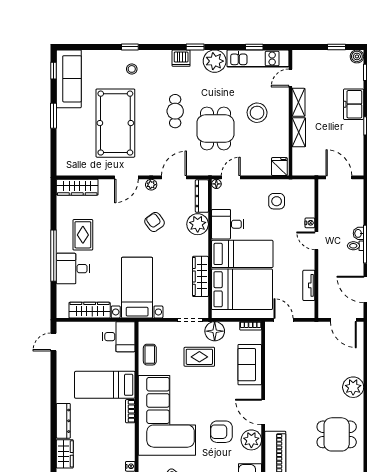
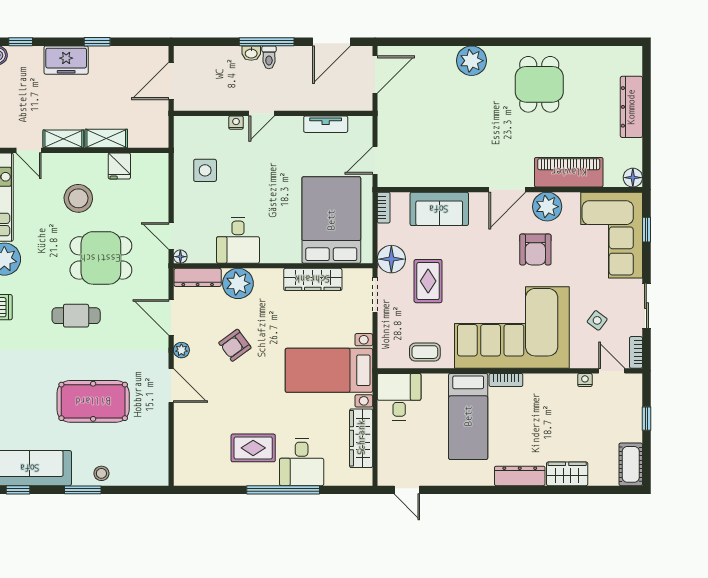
stool: (132, 69) -> (101, 473), moved
pool table: (115, 123) -> (93, 401), width x0.73, depth x0.76
fridge: (279, 167) -> (119, 166), moved, turned -90
wardrobe: (77, 187) -> (185, 456), removed
bed: (242, 254) -> (281, 220), removed

